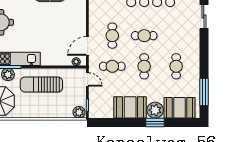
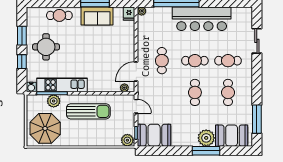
cafe table: (112, 66) -> (228, 61), moved
sun lounger: (41, 85) -> (88, 111), turned 180
booth: (130, 107) -> (154, 135), moved
window: (155, 123) -> (206, 151), width x1.44

